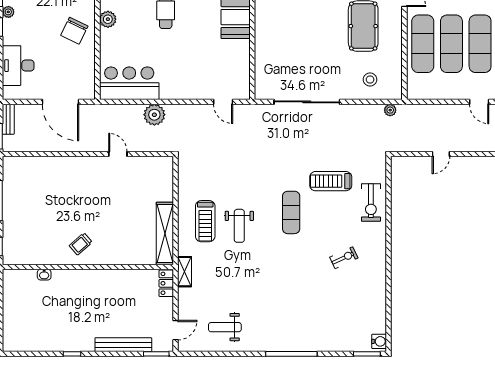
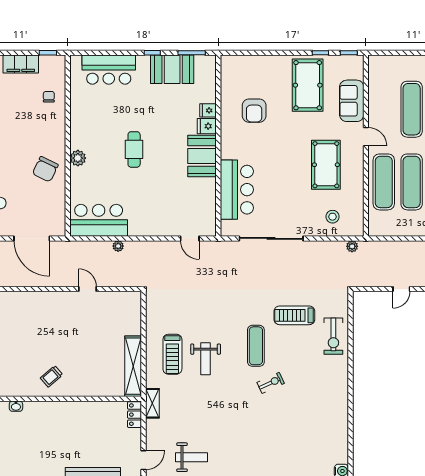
bar counter: (271, 52) -> (237, 190), added
plant: (154, 115) -> (118, 246), width x0.53, depth x0.53
exercise bike: (344, 258) -> (271, 383), moved
weight bench: (225, 327) -> (192, 457), turned 180

